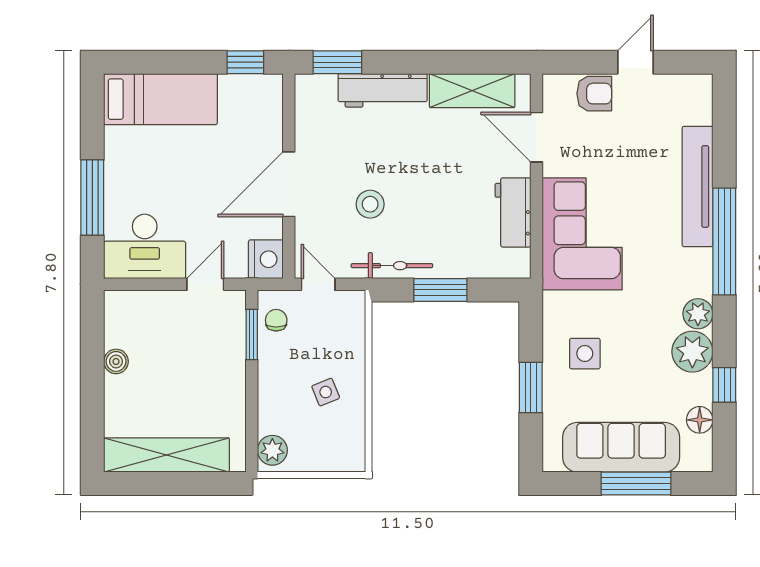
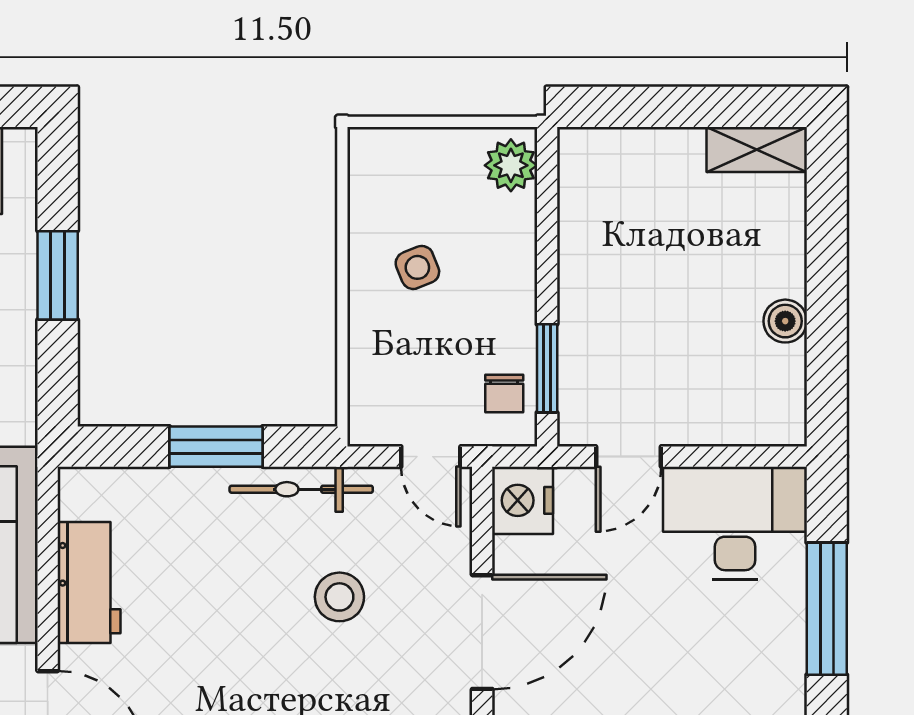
shelving: (167, 455) -> (757, 150), width x0.45, depth x0.75

